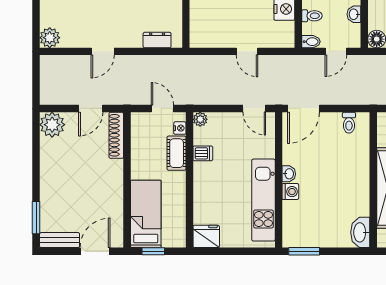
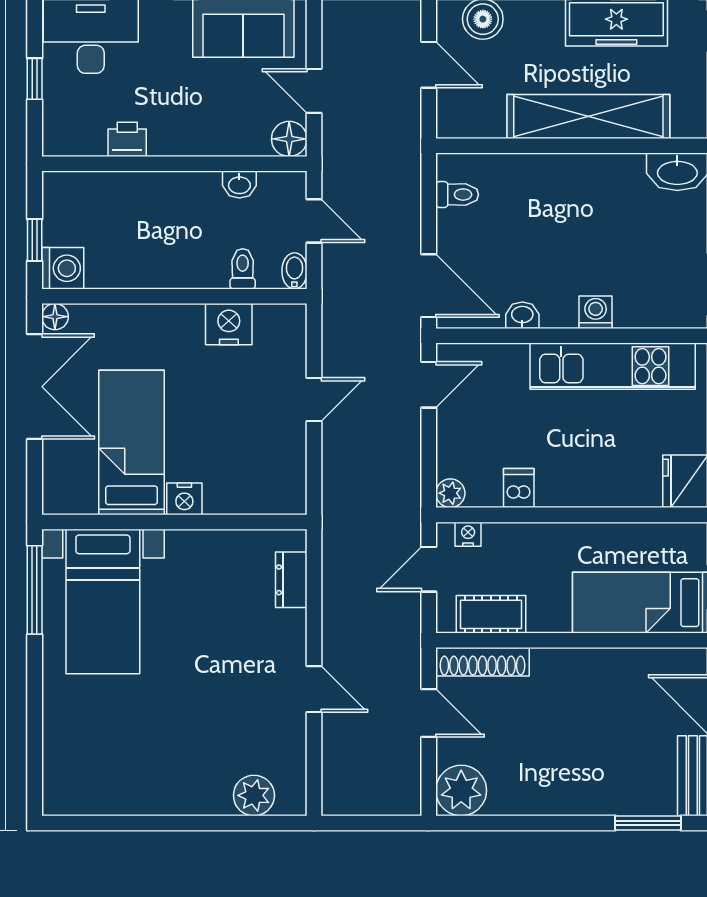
plant: (50, 38) -> (254, 795), moved
cot: (177, 153) -> (491, 614), moved
washbasin: (289, 174) -> (522, 315), moved

